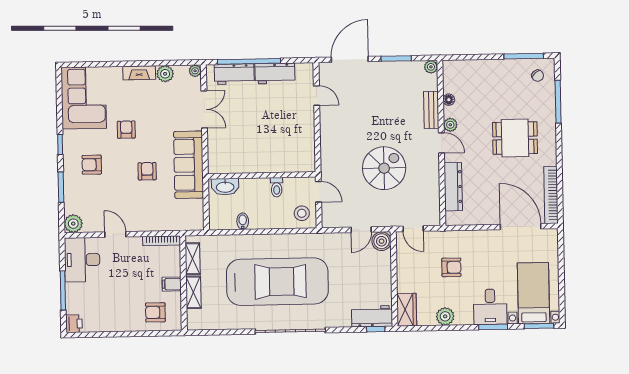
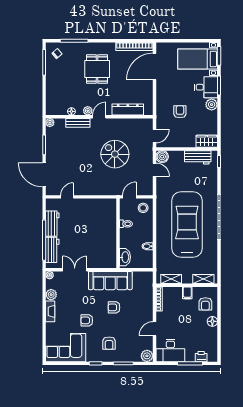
shelving: (193, 292) -> (203, 279), moved
workbench: (372, 316) -> (198, 157), moved, turned -90
plant: (445, 316) -> (212, 105), moved
printer: (74, 324) -> (201, 357), moved
floor lamp: (128, 324) -> (212, 321), added

